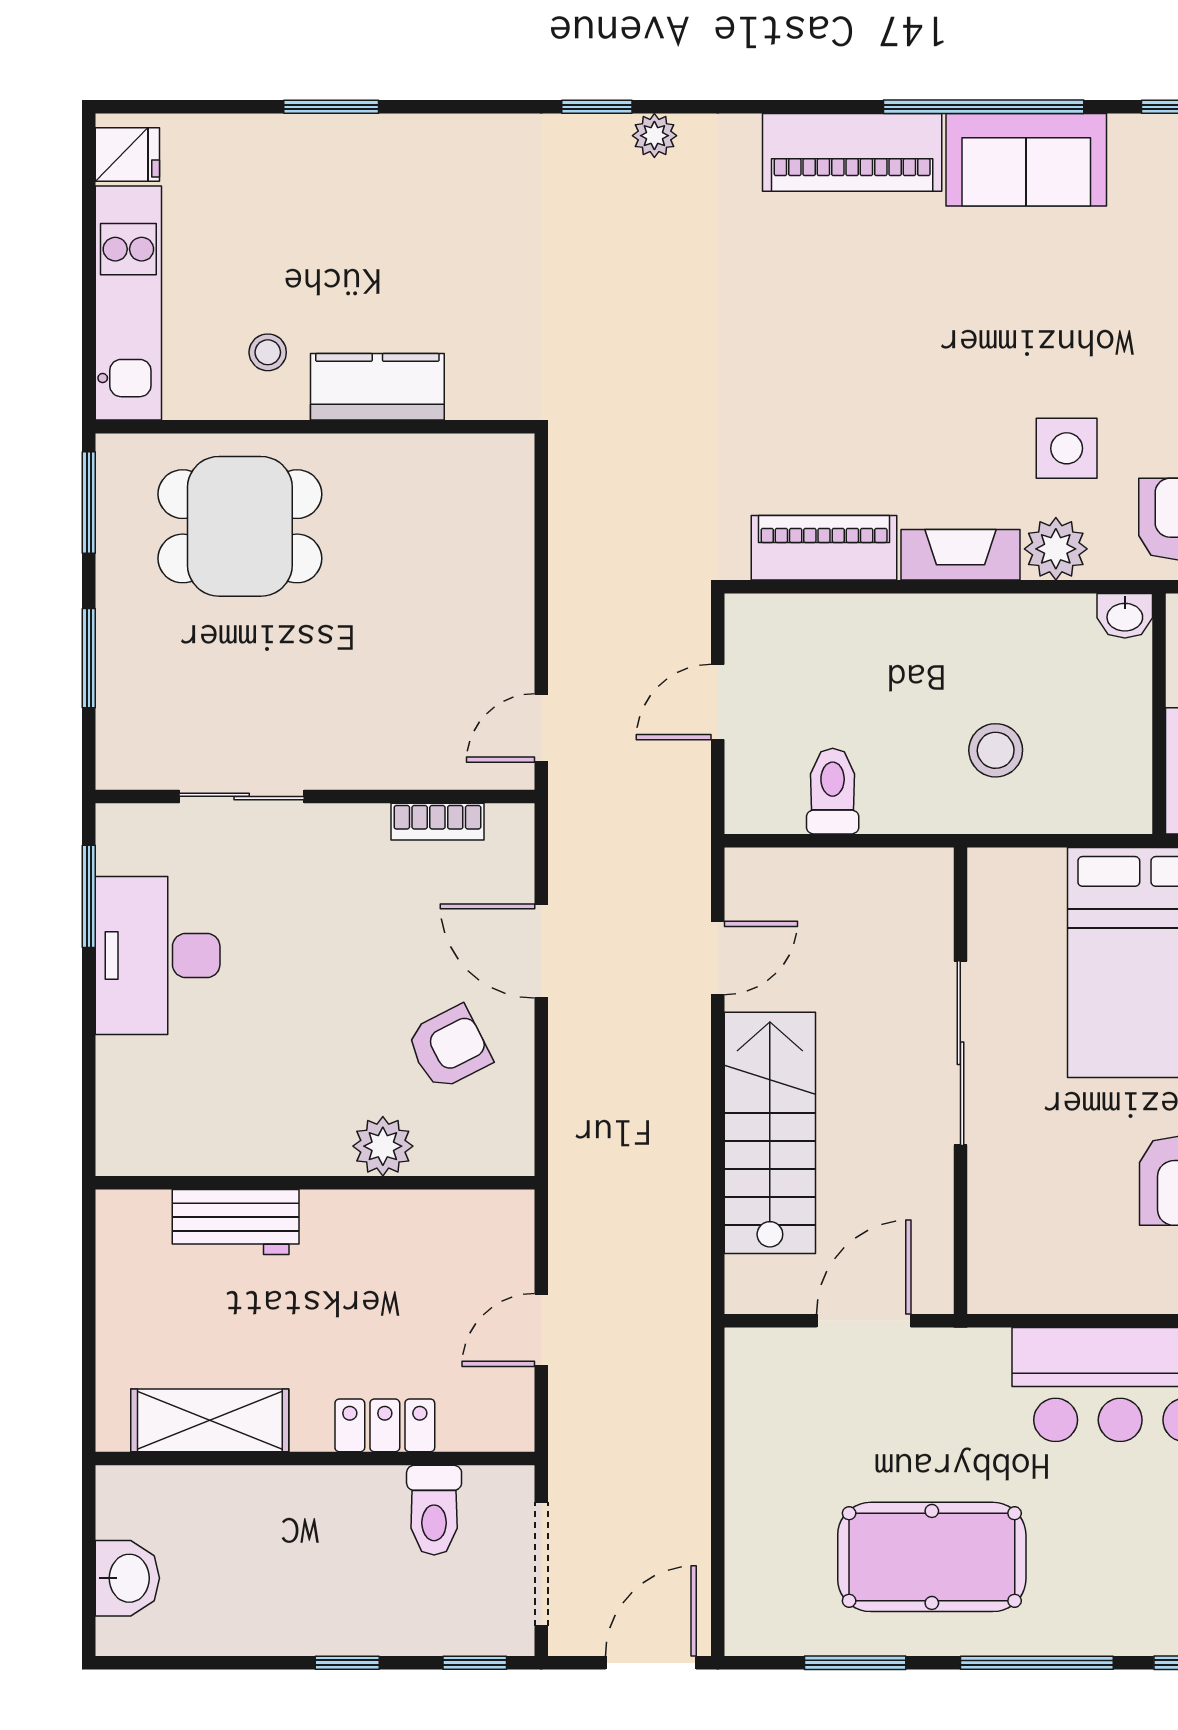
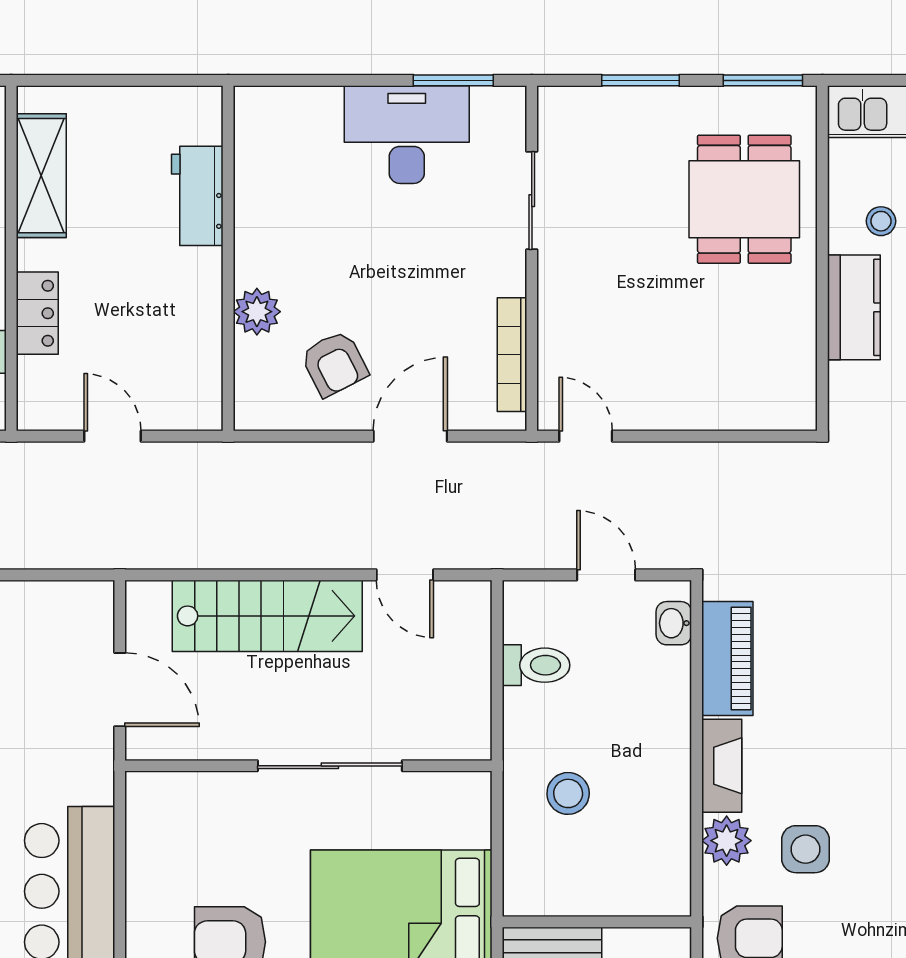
washbasin: (1125, 616) -> (674, 623), moved
bookcase: (437, 822) -> (512, 355), width x1.56

